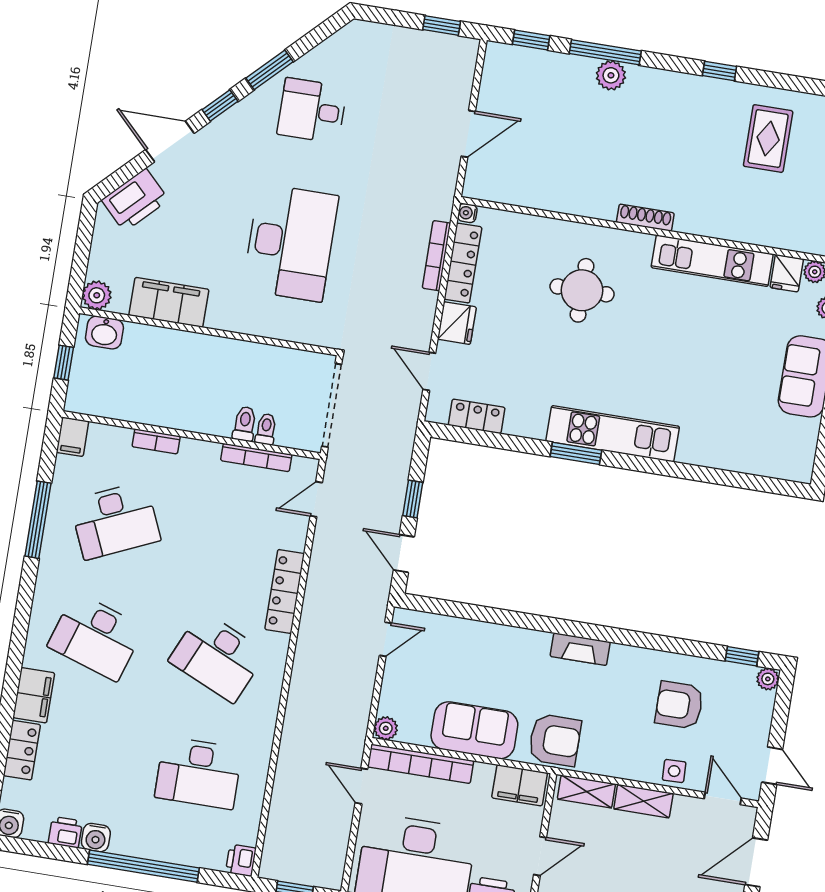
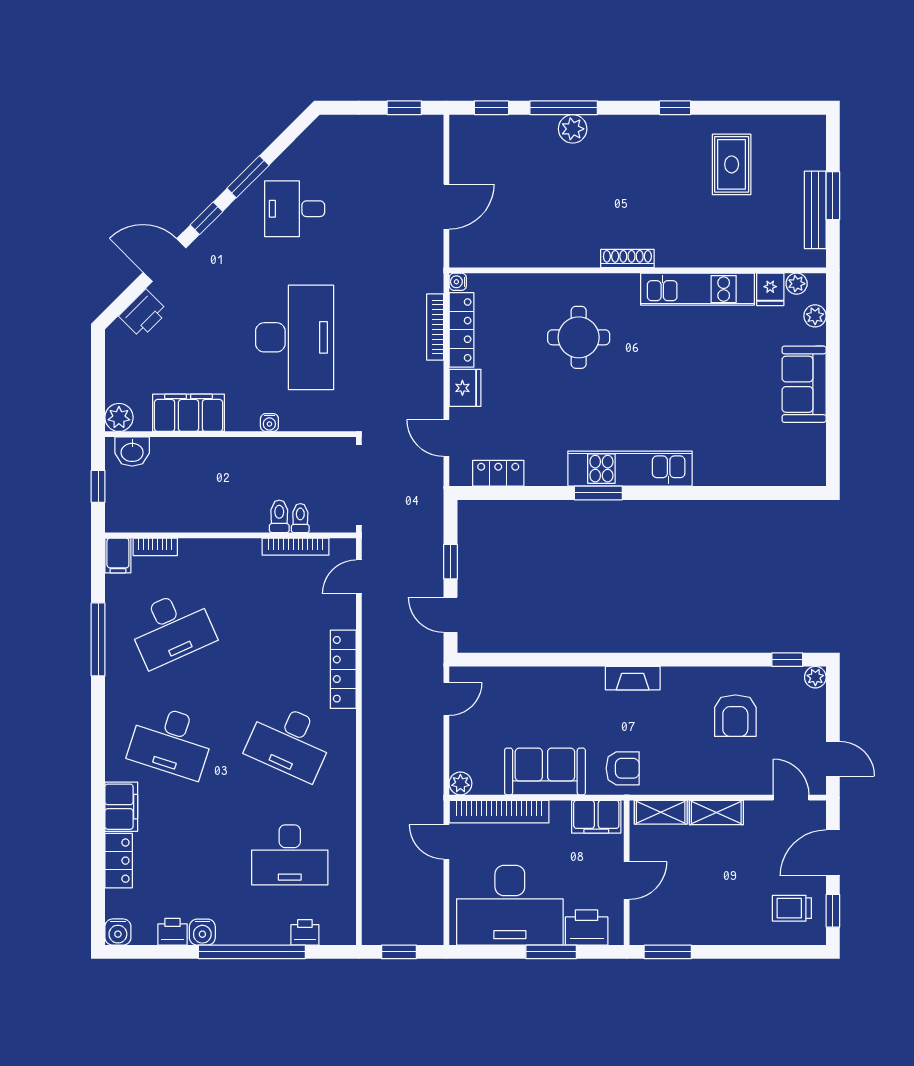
printer: (135, 200) -> (143, 314), width x0.73, depth x0.84
water cooler: (250, 326) -> (269, 423), added
bookcase: (156, 441) -> (155, 547), moved
armchair: (679, 705) -> (735, 716), turned -90
armchair: (555, 740) -> (623, 768), width x0.72, depth x0.72
side table: (674, 771) -> (741, 779), removed
printer: (241, 860) -> (305, 932), moved, turned 90

